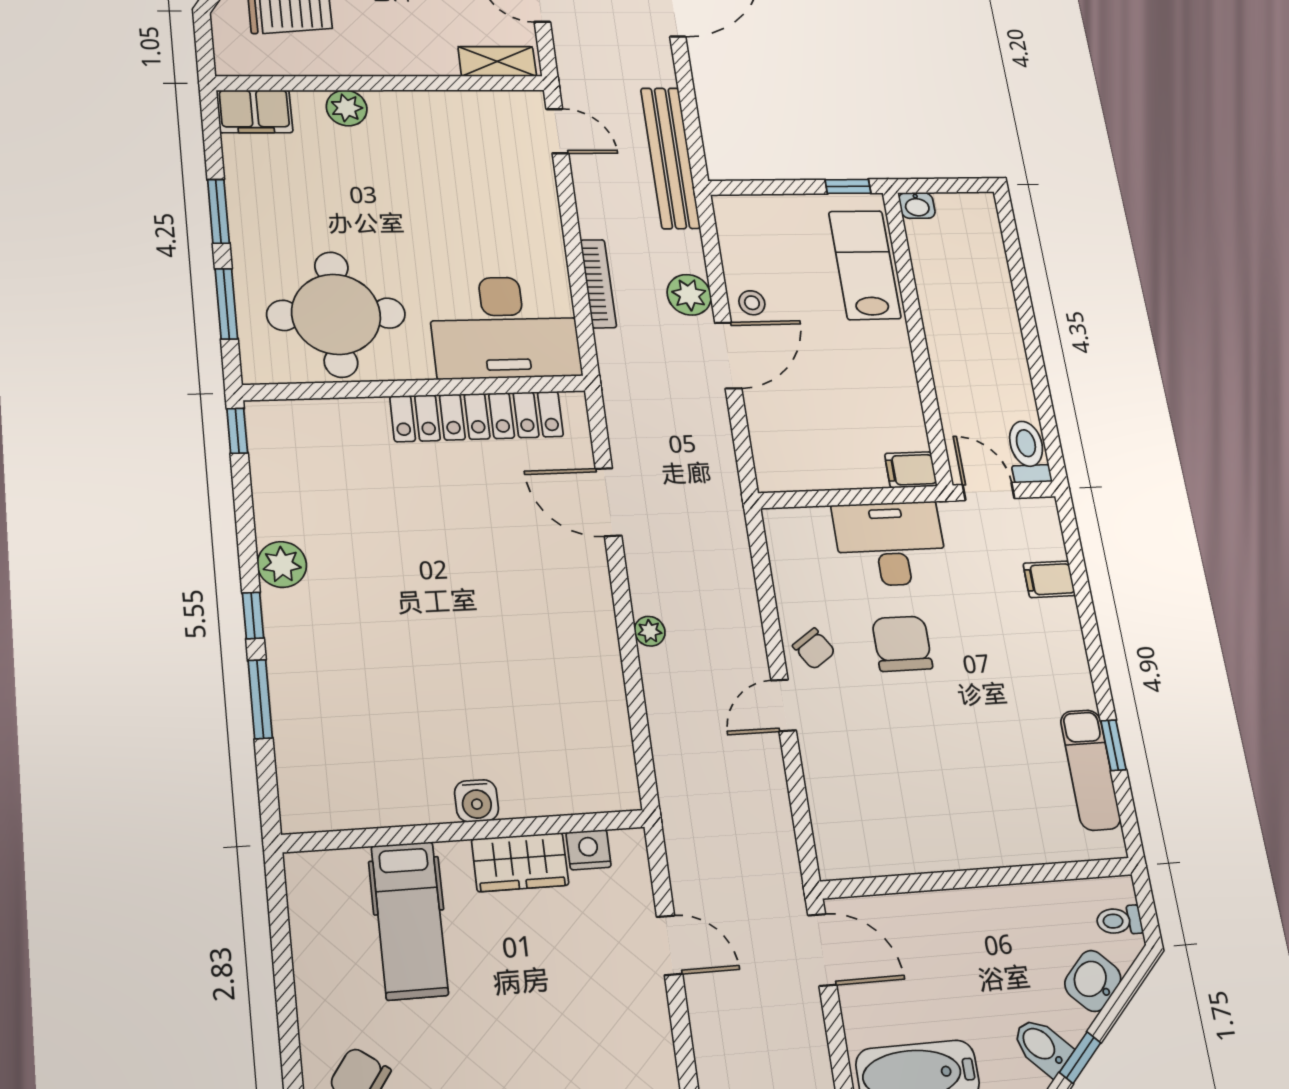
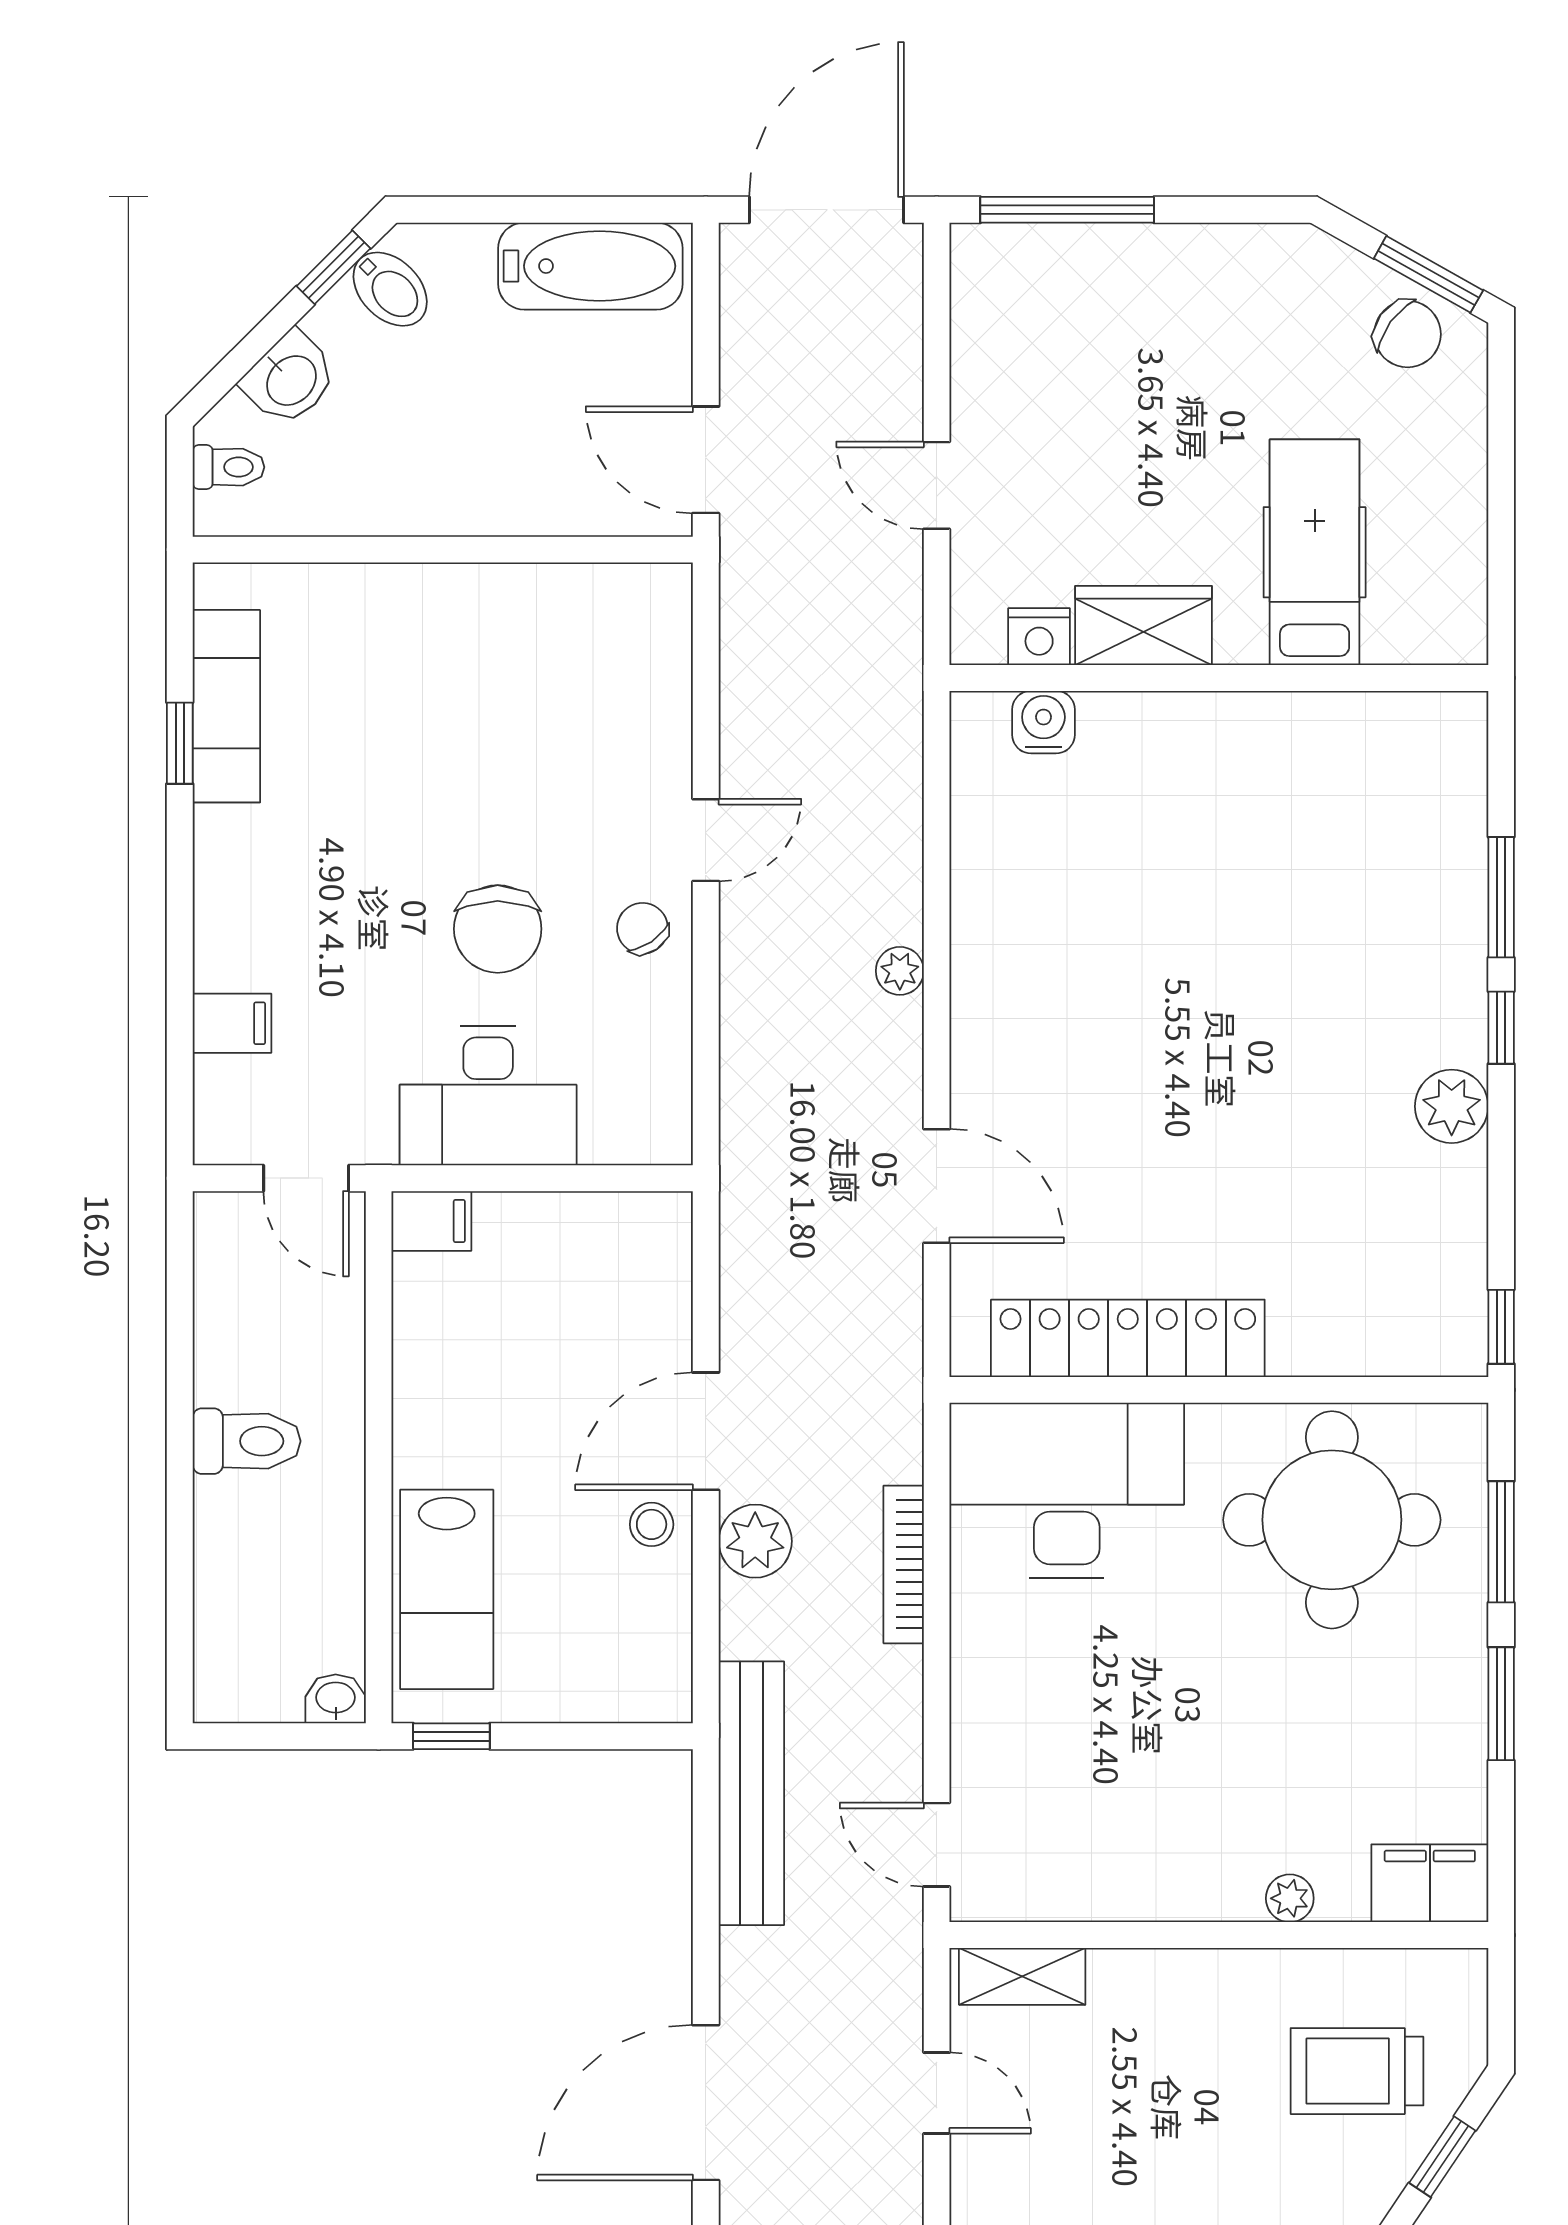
plant: (347, 108) -> (1290, 1898), width x0.73, depth x0.73
toilet: (1028, 452) -> (247, 1441), moved, turned -90
water cooler: (477, 801) -> (1043, 722), moved

